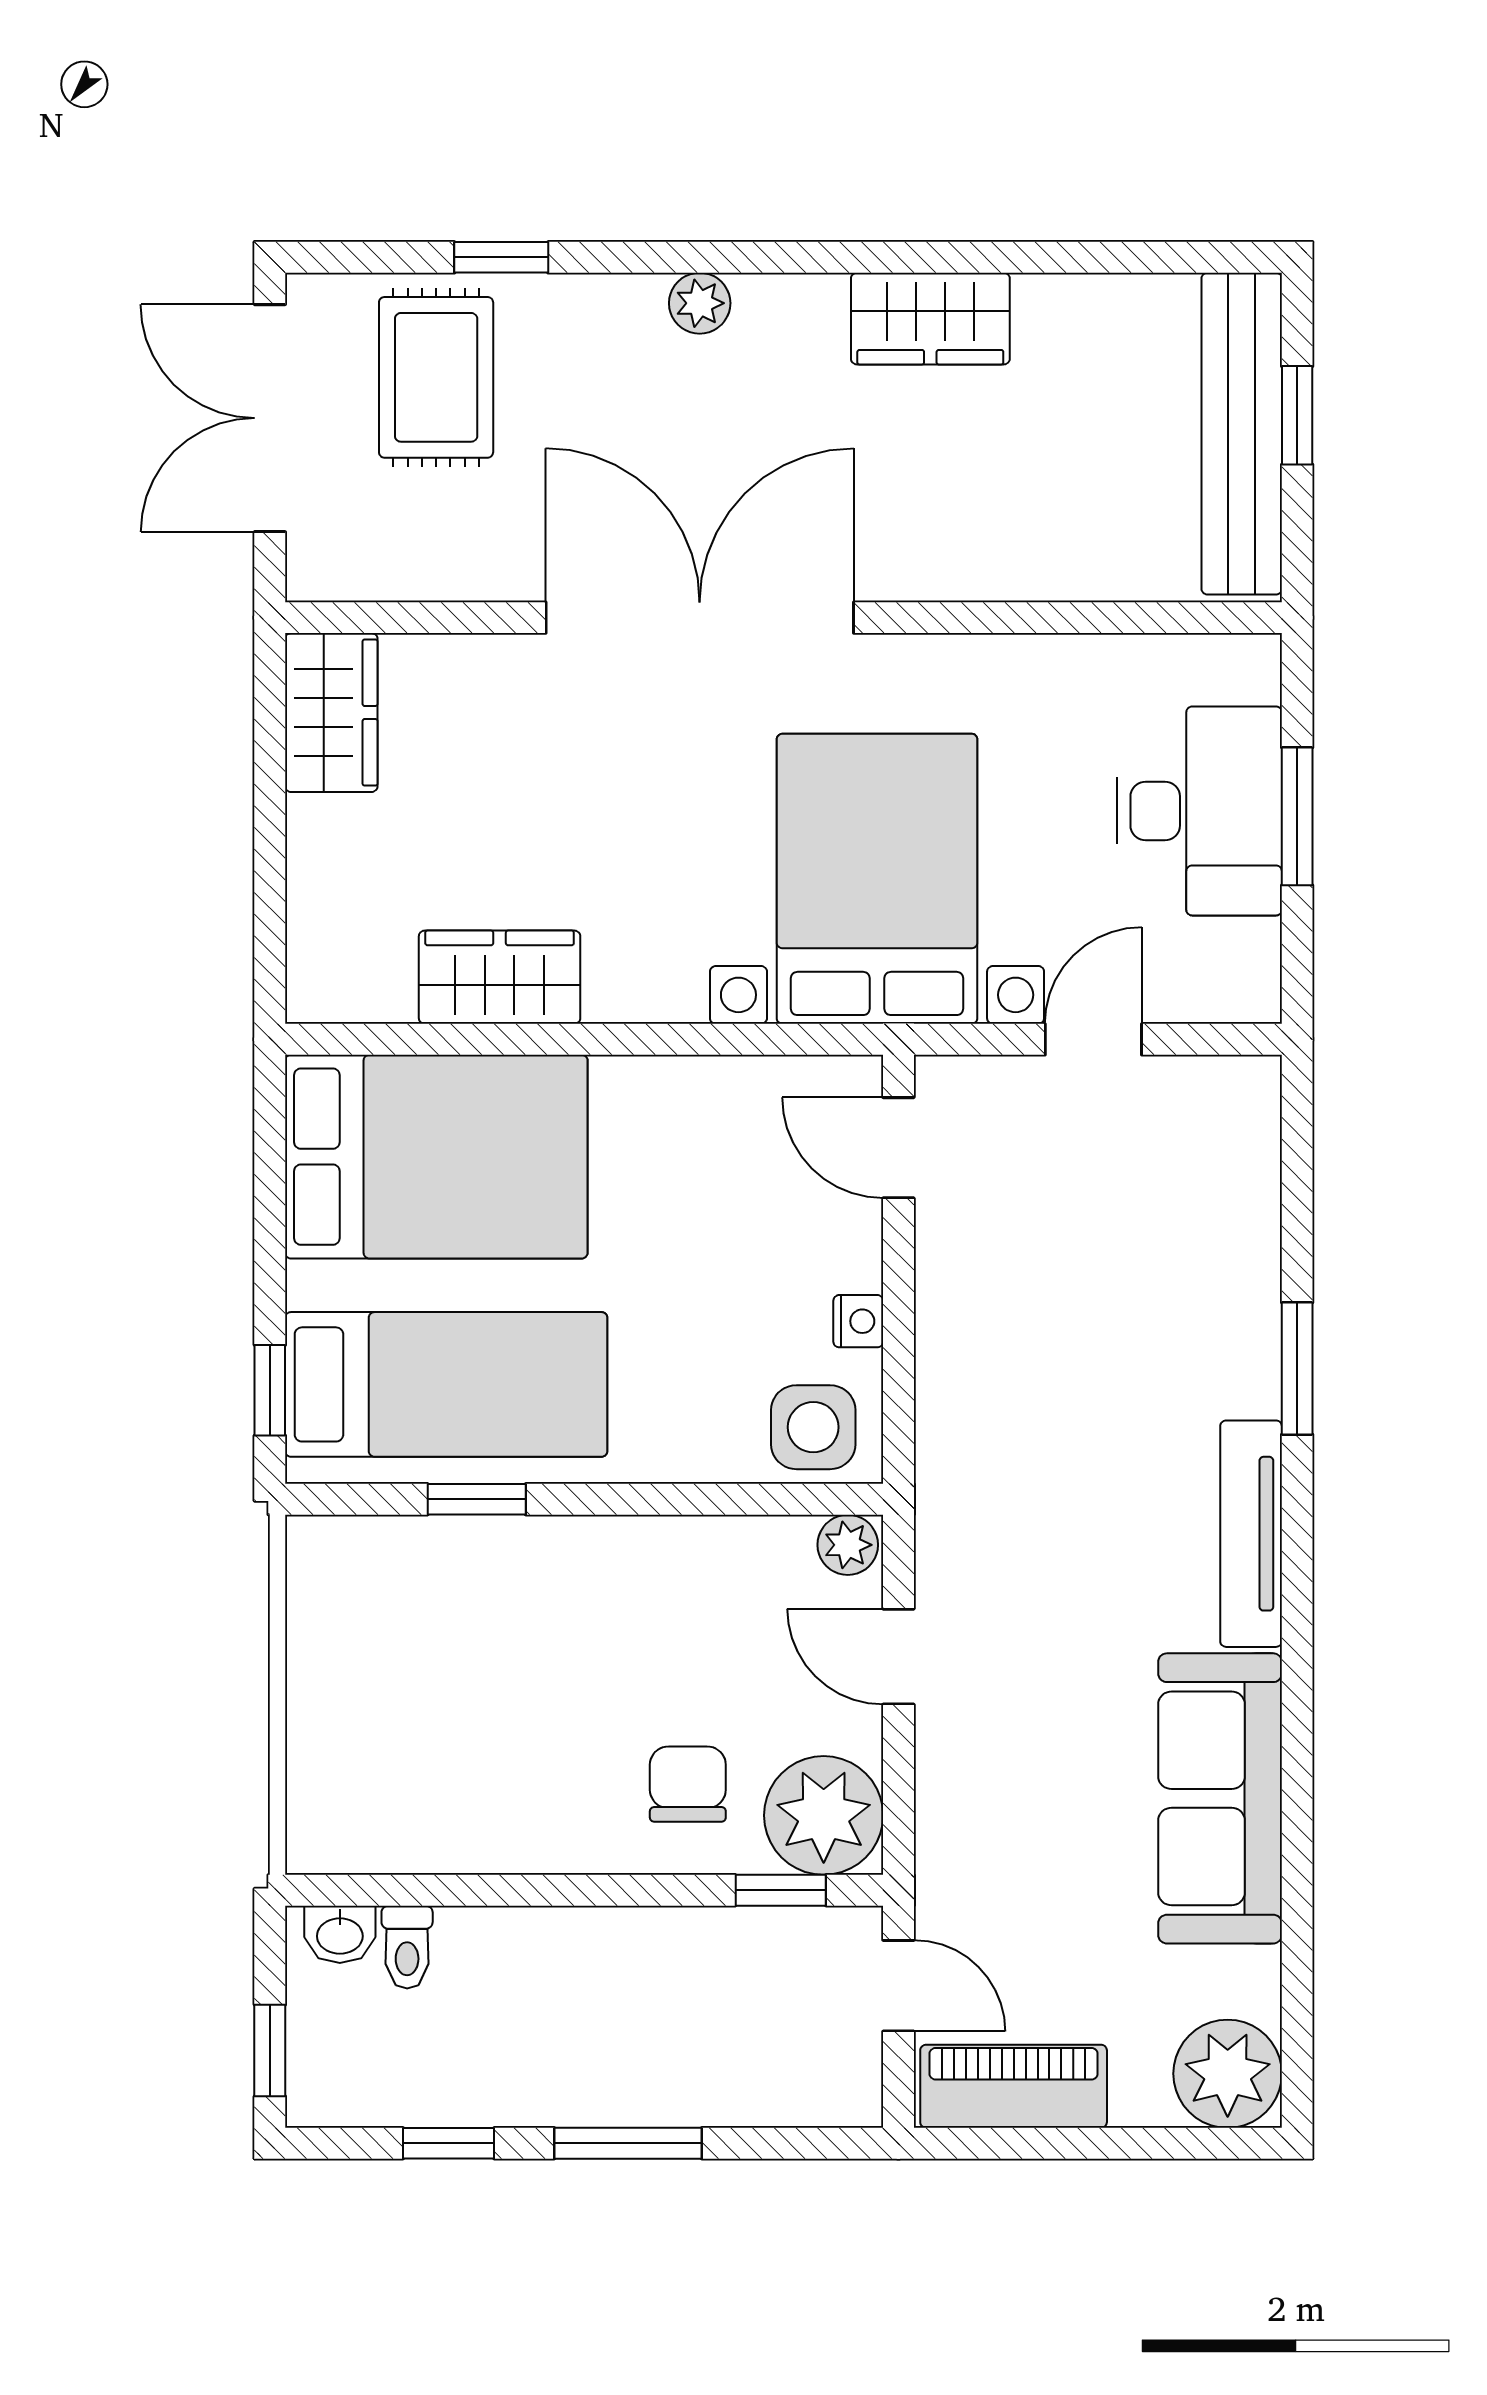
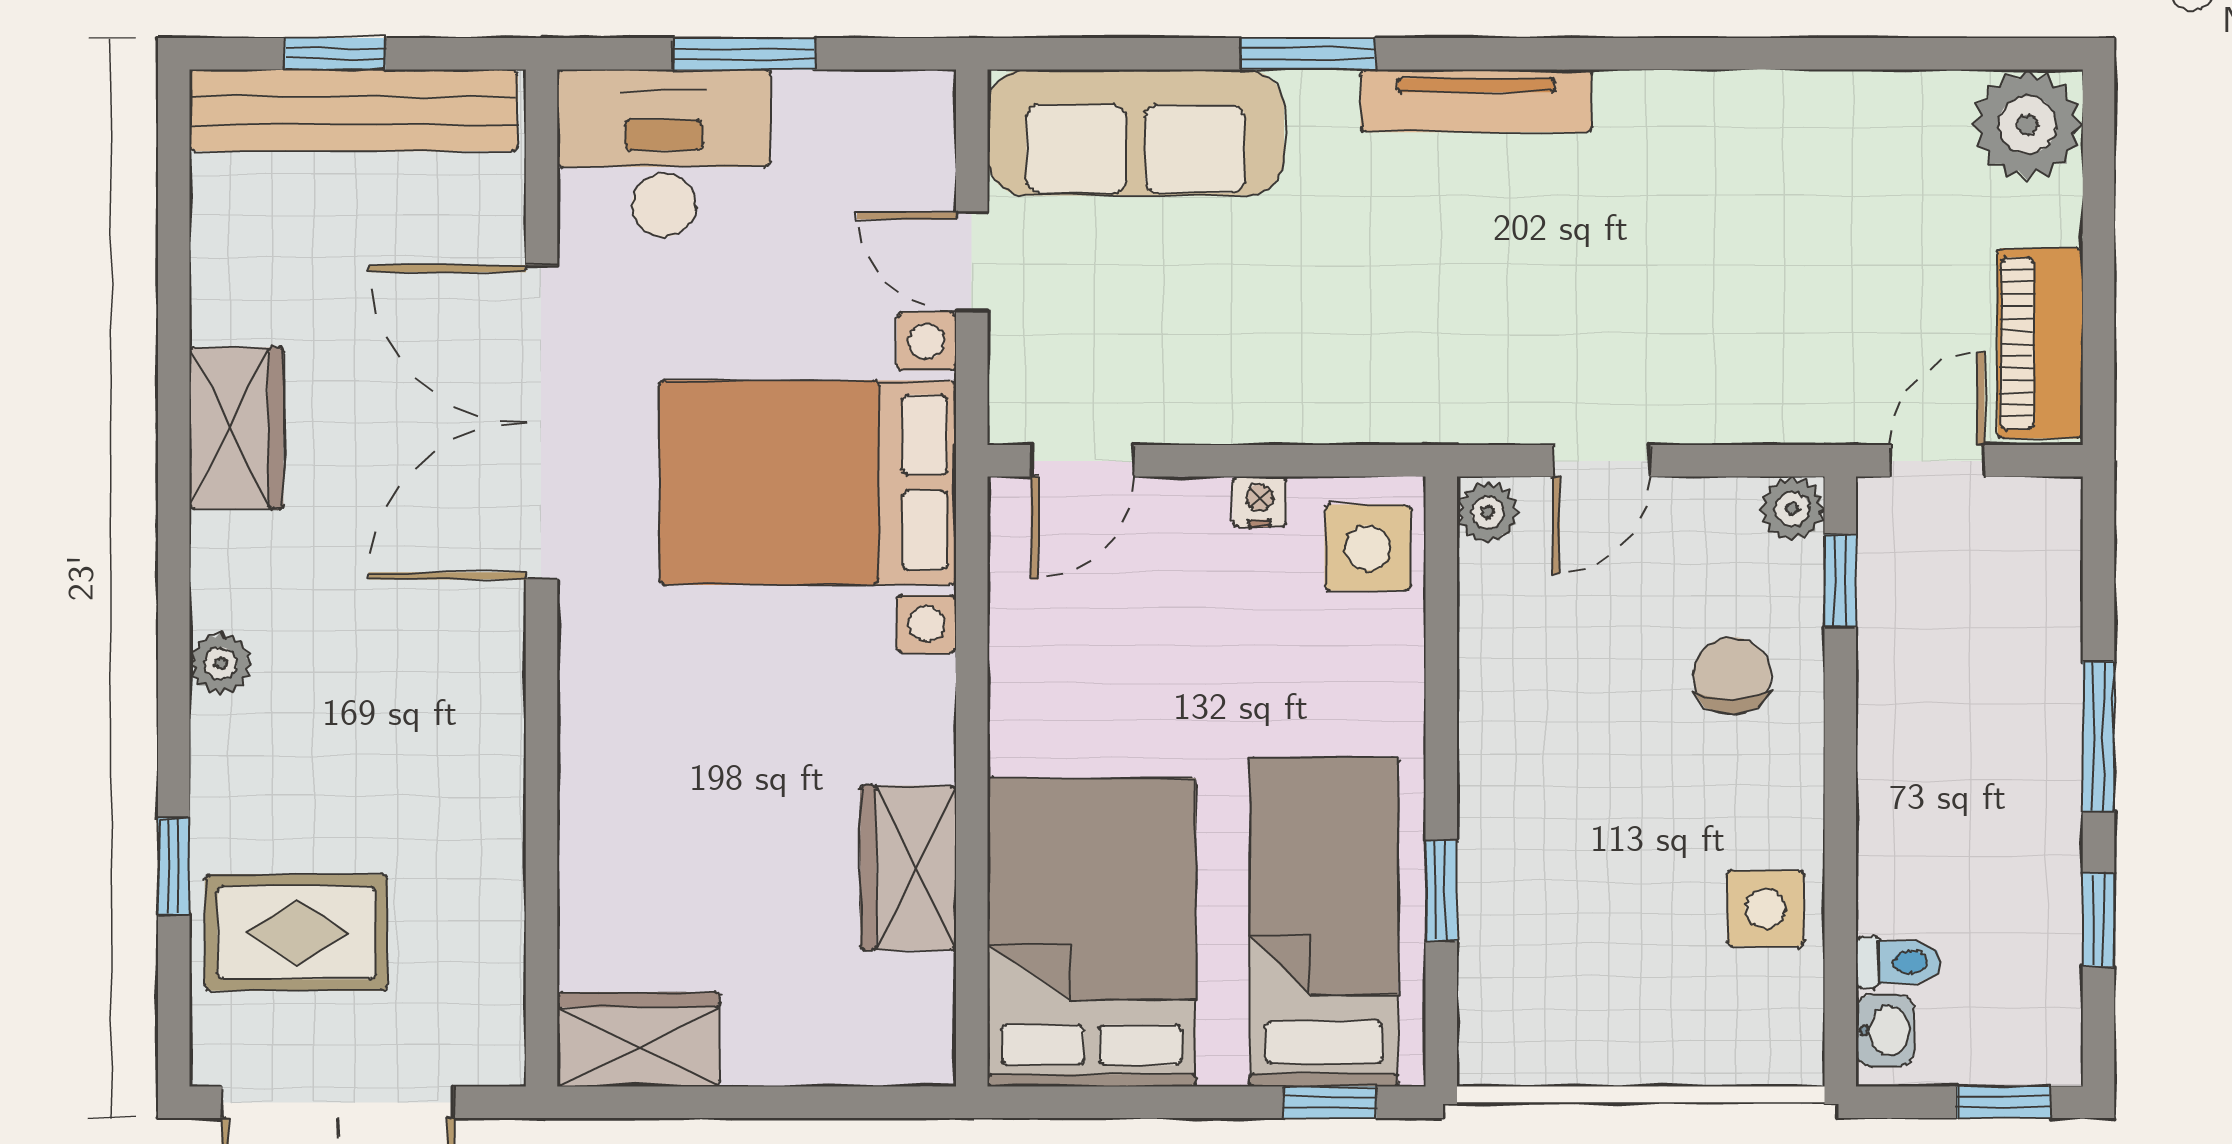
double door: (700, 618) -> (541, 422), moved
desk: (1200, 811) -> (664, 153), moved
chair: (688, 1784) -> (1732, 676), turned 90
sofa: (1220, 1798) -> (1136, 132), moved
plant: (824, 1815) -> (1792, 509), width x0.53, depth x0.53
side table: (460, 1817) -> (1765, 908), added

